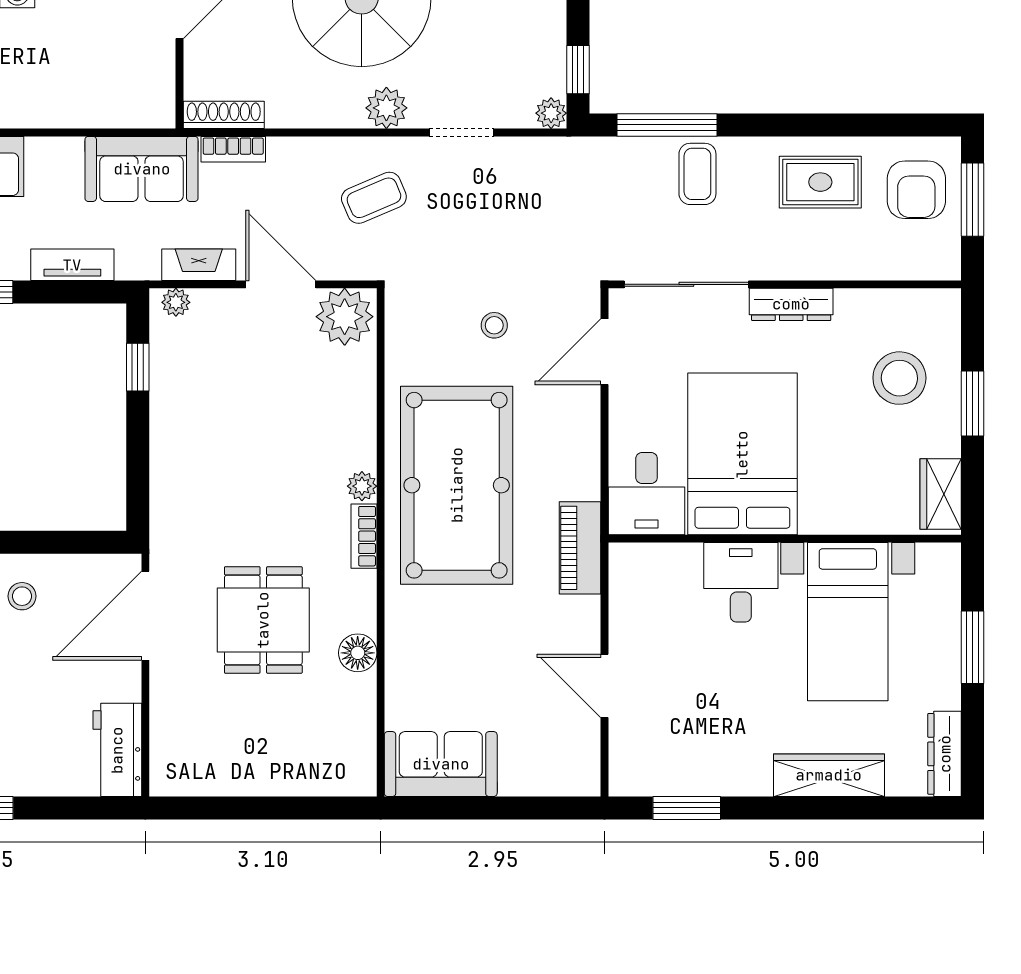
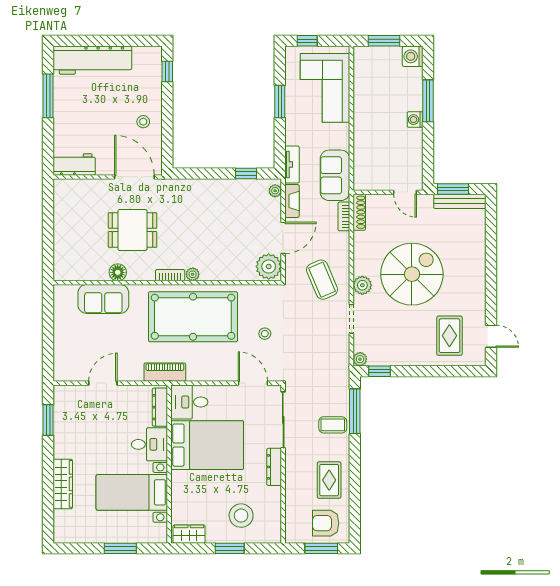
coffee table: (374, 198) -> (322, 280), width x1.36, depth x1.30
tv unit: (72, 265) -> (292, 164), moved
dresser: (945, 754) -> (160, 407), moved, turned -90
sofa: (441, 764) -> (103, 299), moved, turned 90

